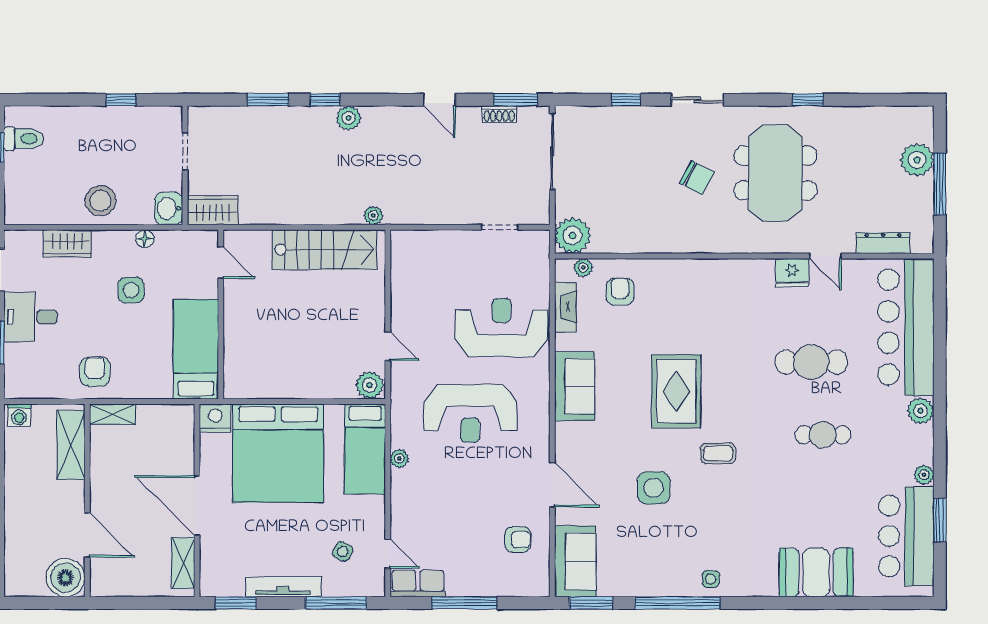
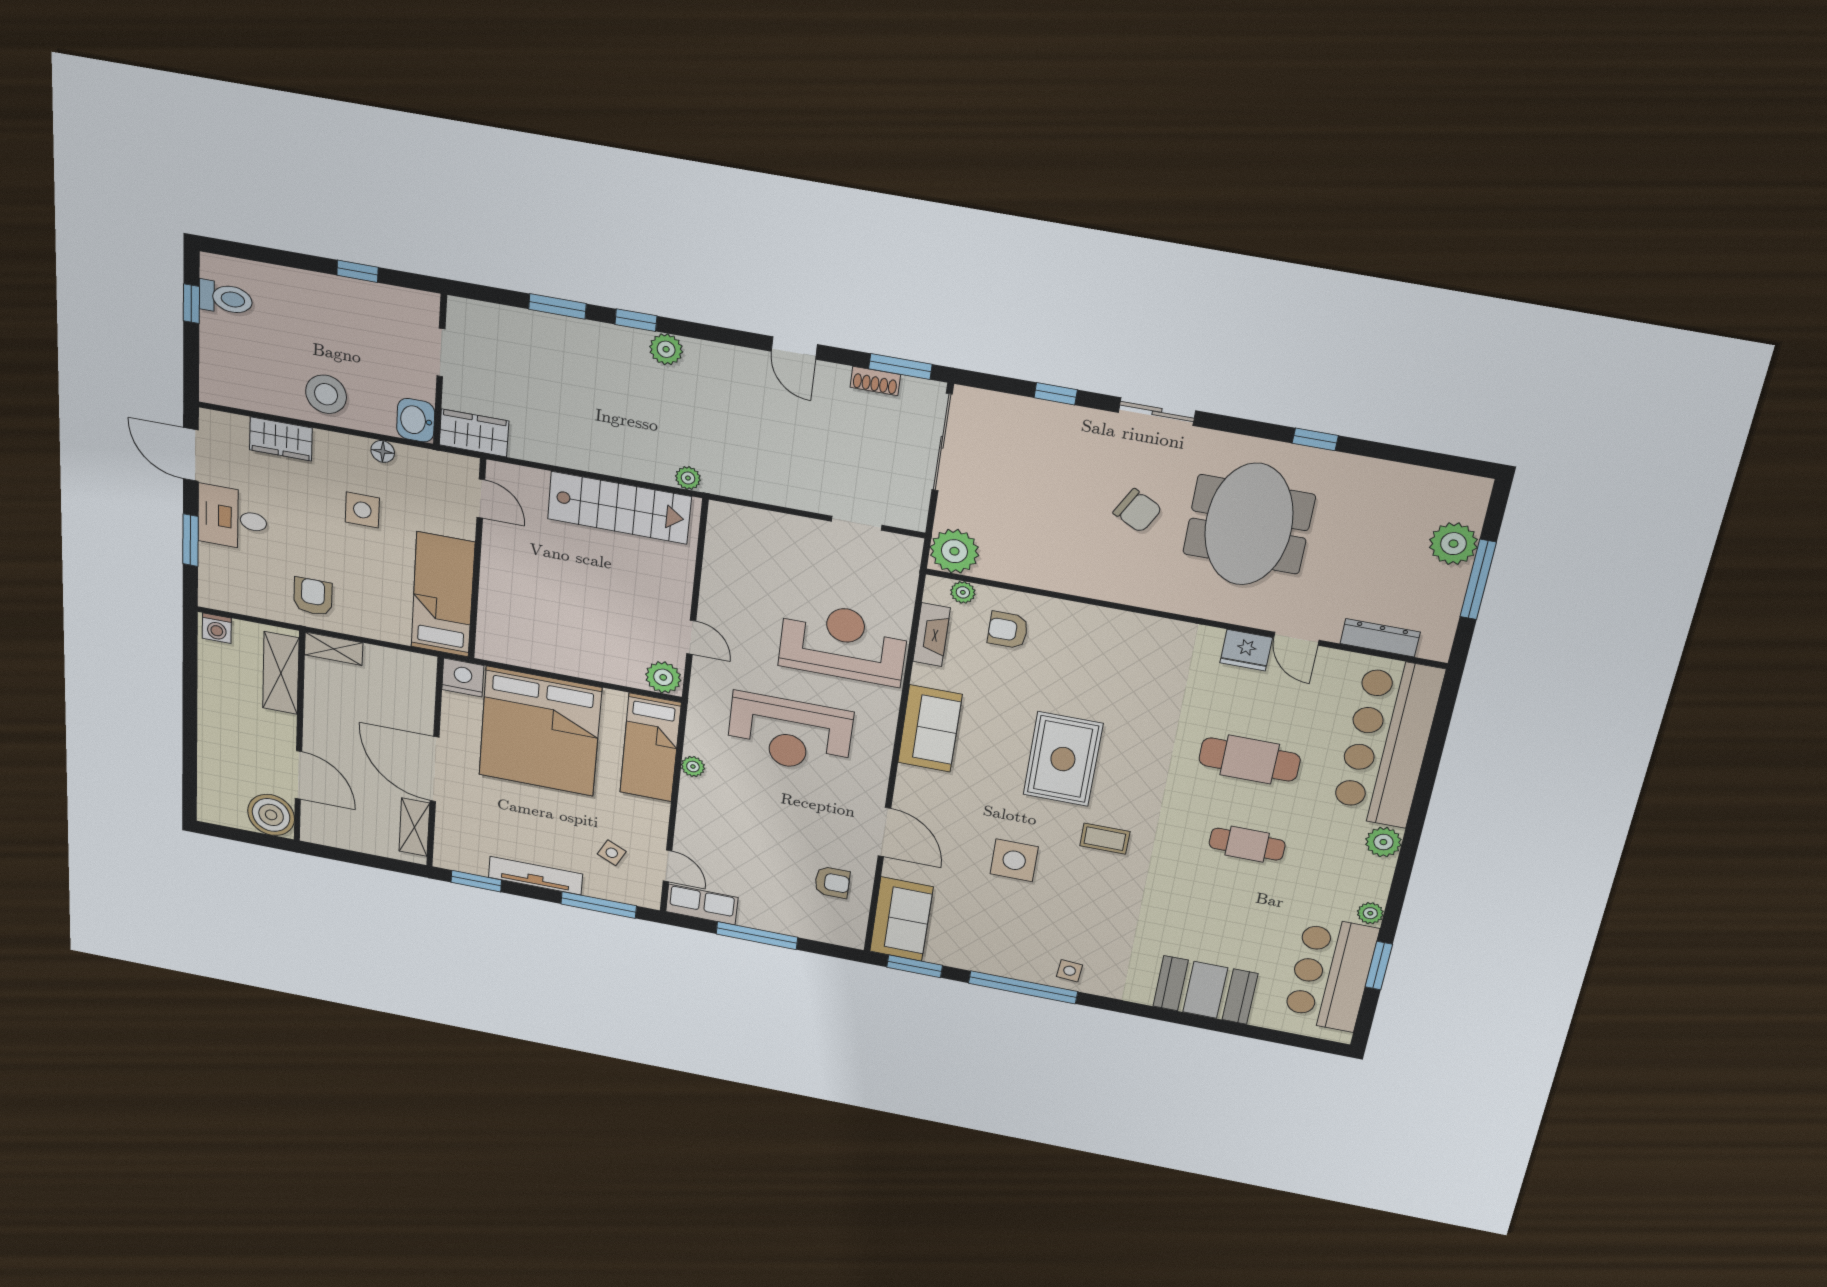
armchair: (620, 292) -> (1008, 630), turned -90

